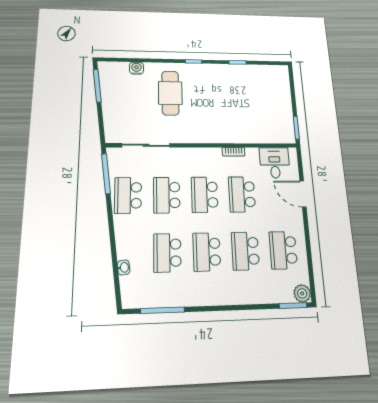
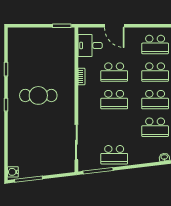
water cooler: (136, 68) -> (13, 172), moved
cafe table: (170, 93) -> (38, 95), moved
door: (303, 194) -> (114, 26), hinge flipped
school desk: (167, 195) -> (114, 127), removed

